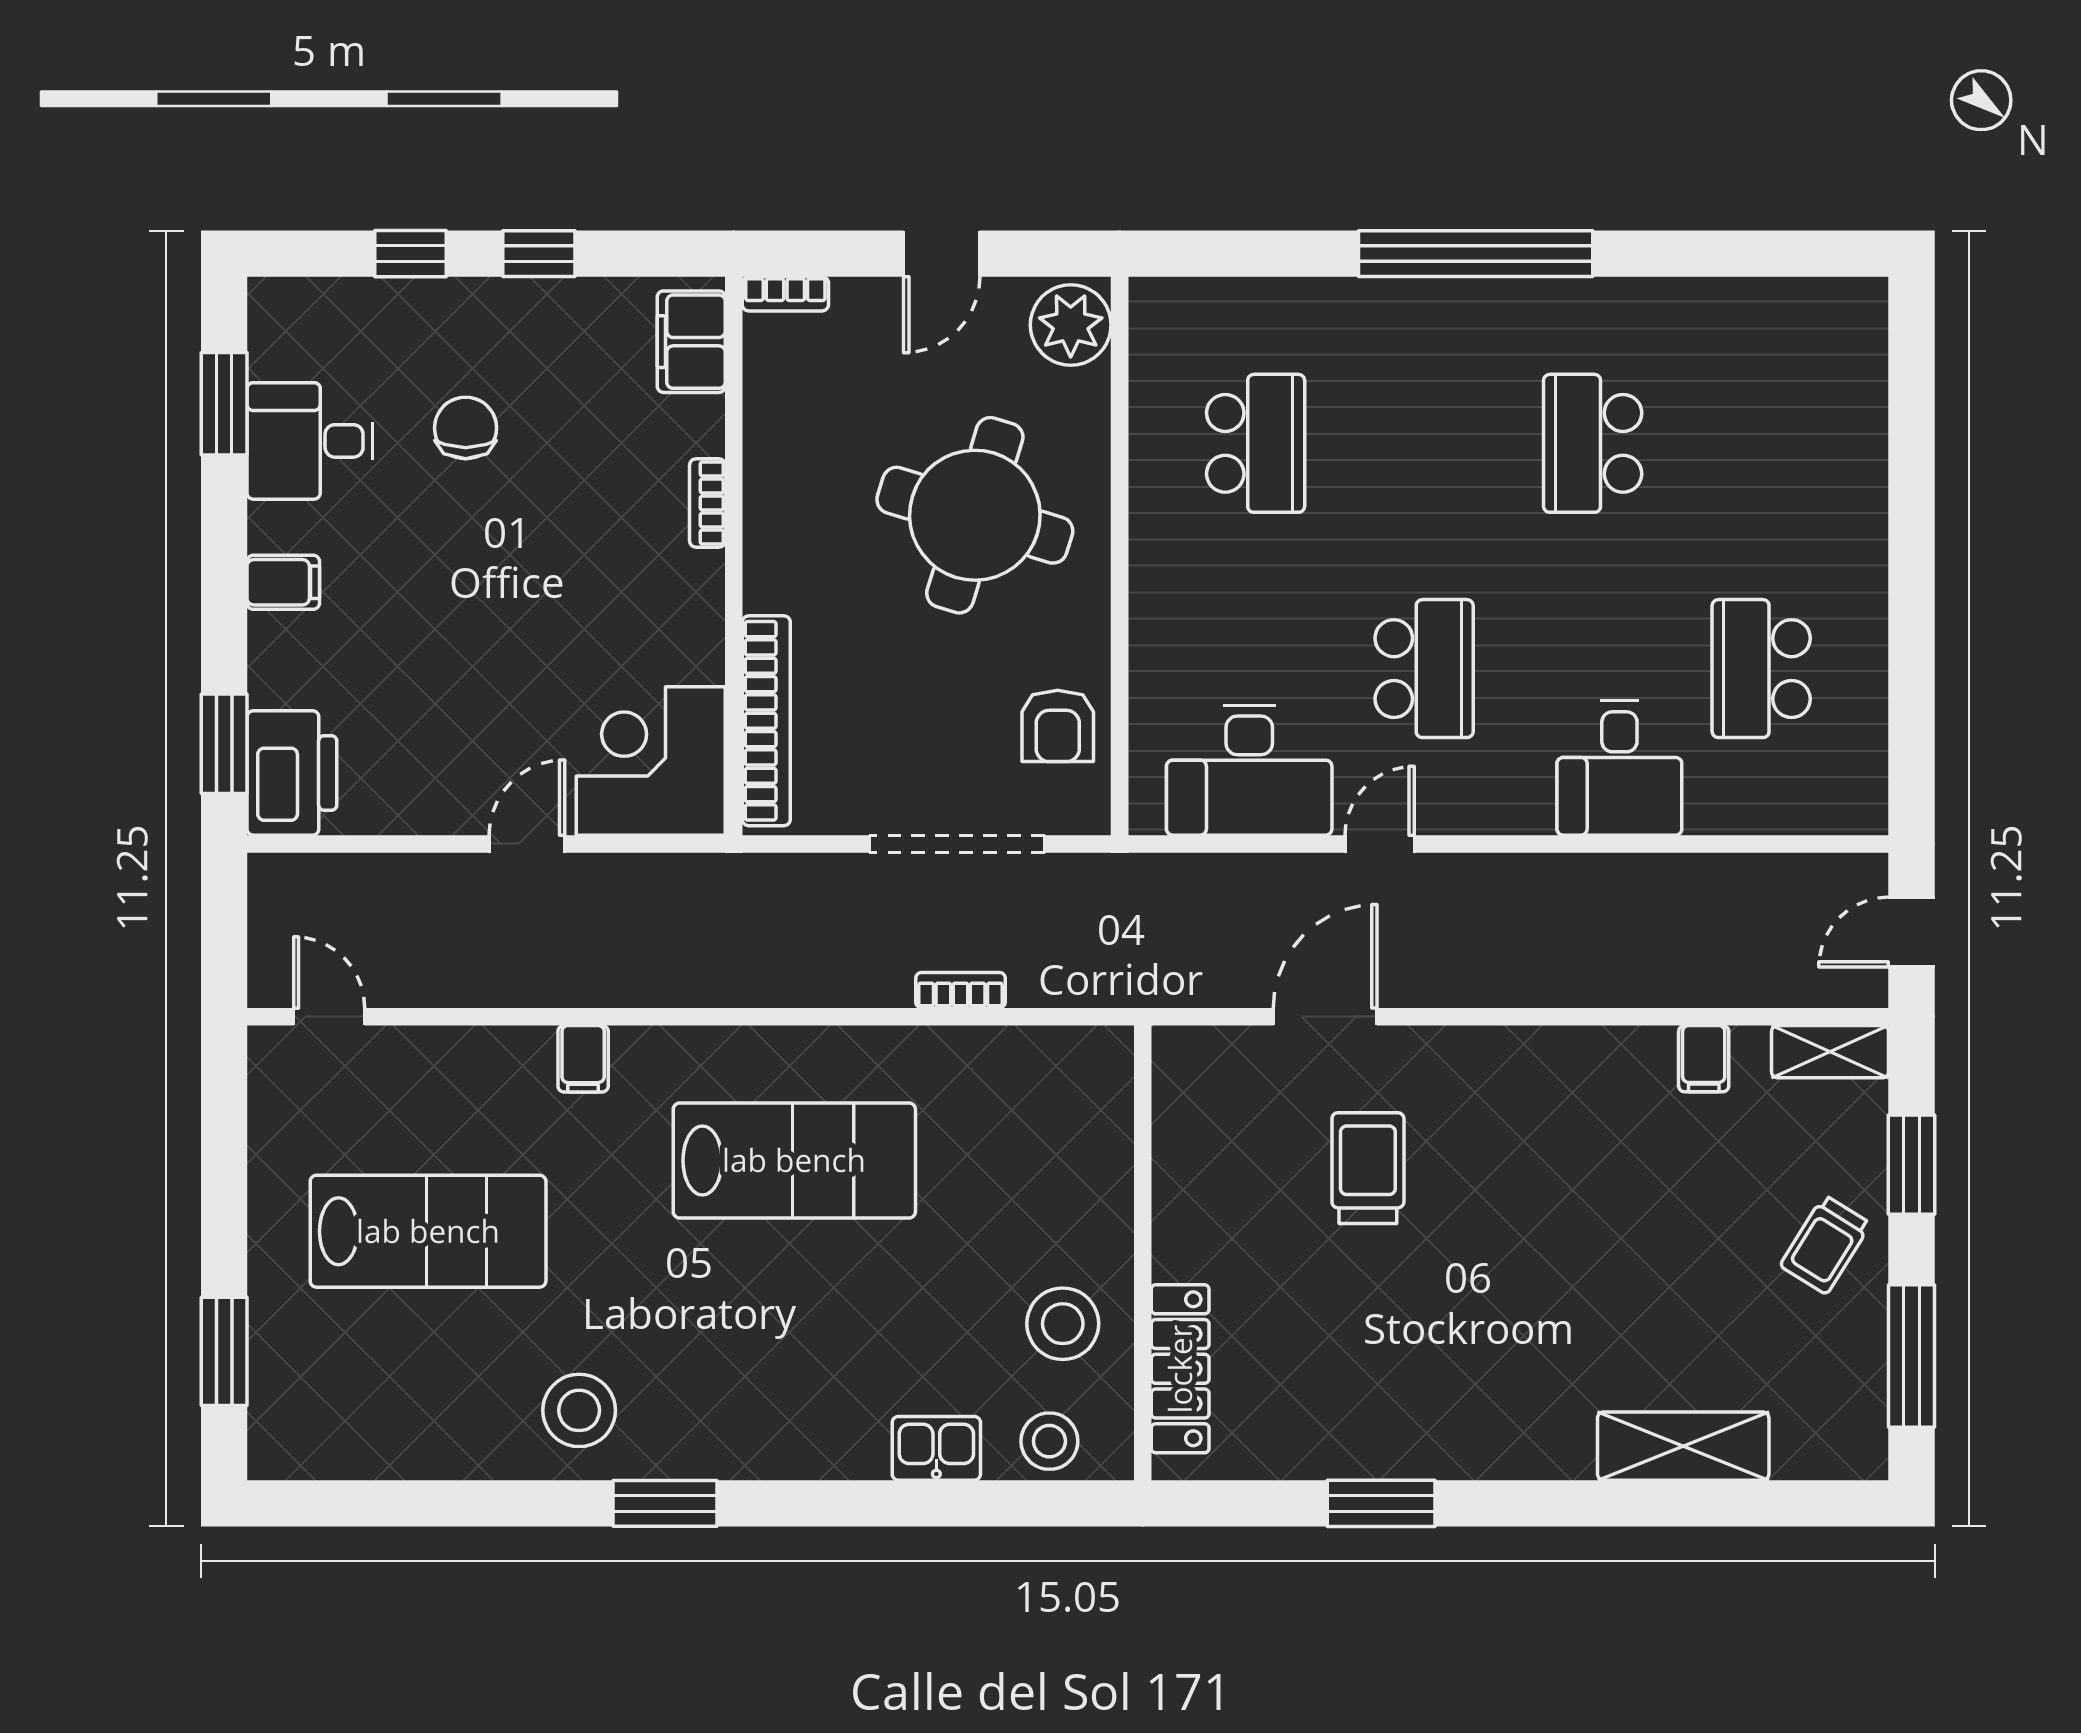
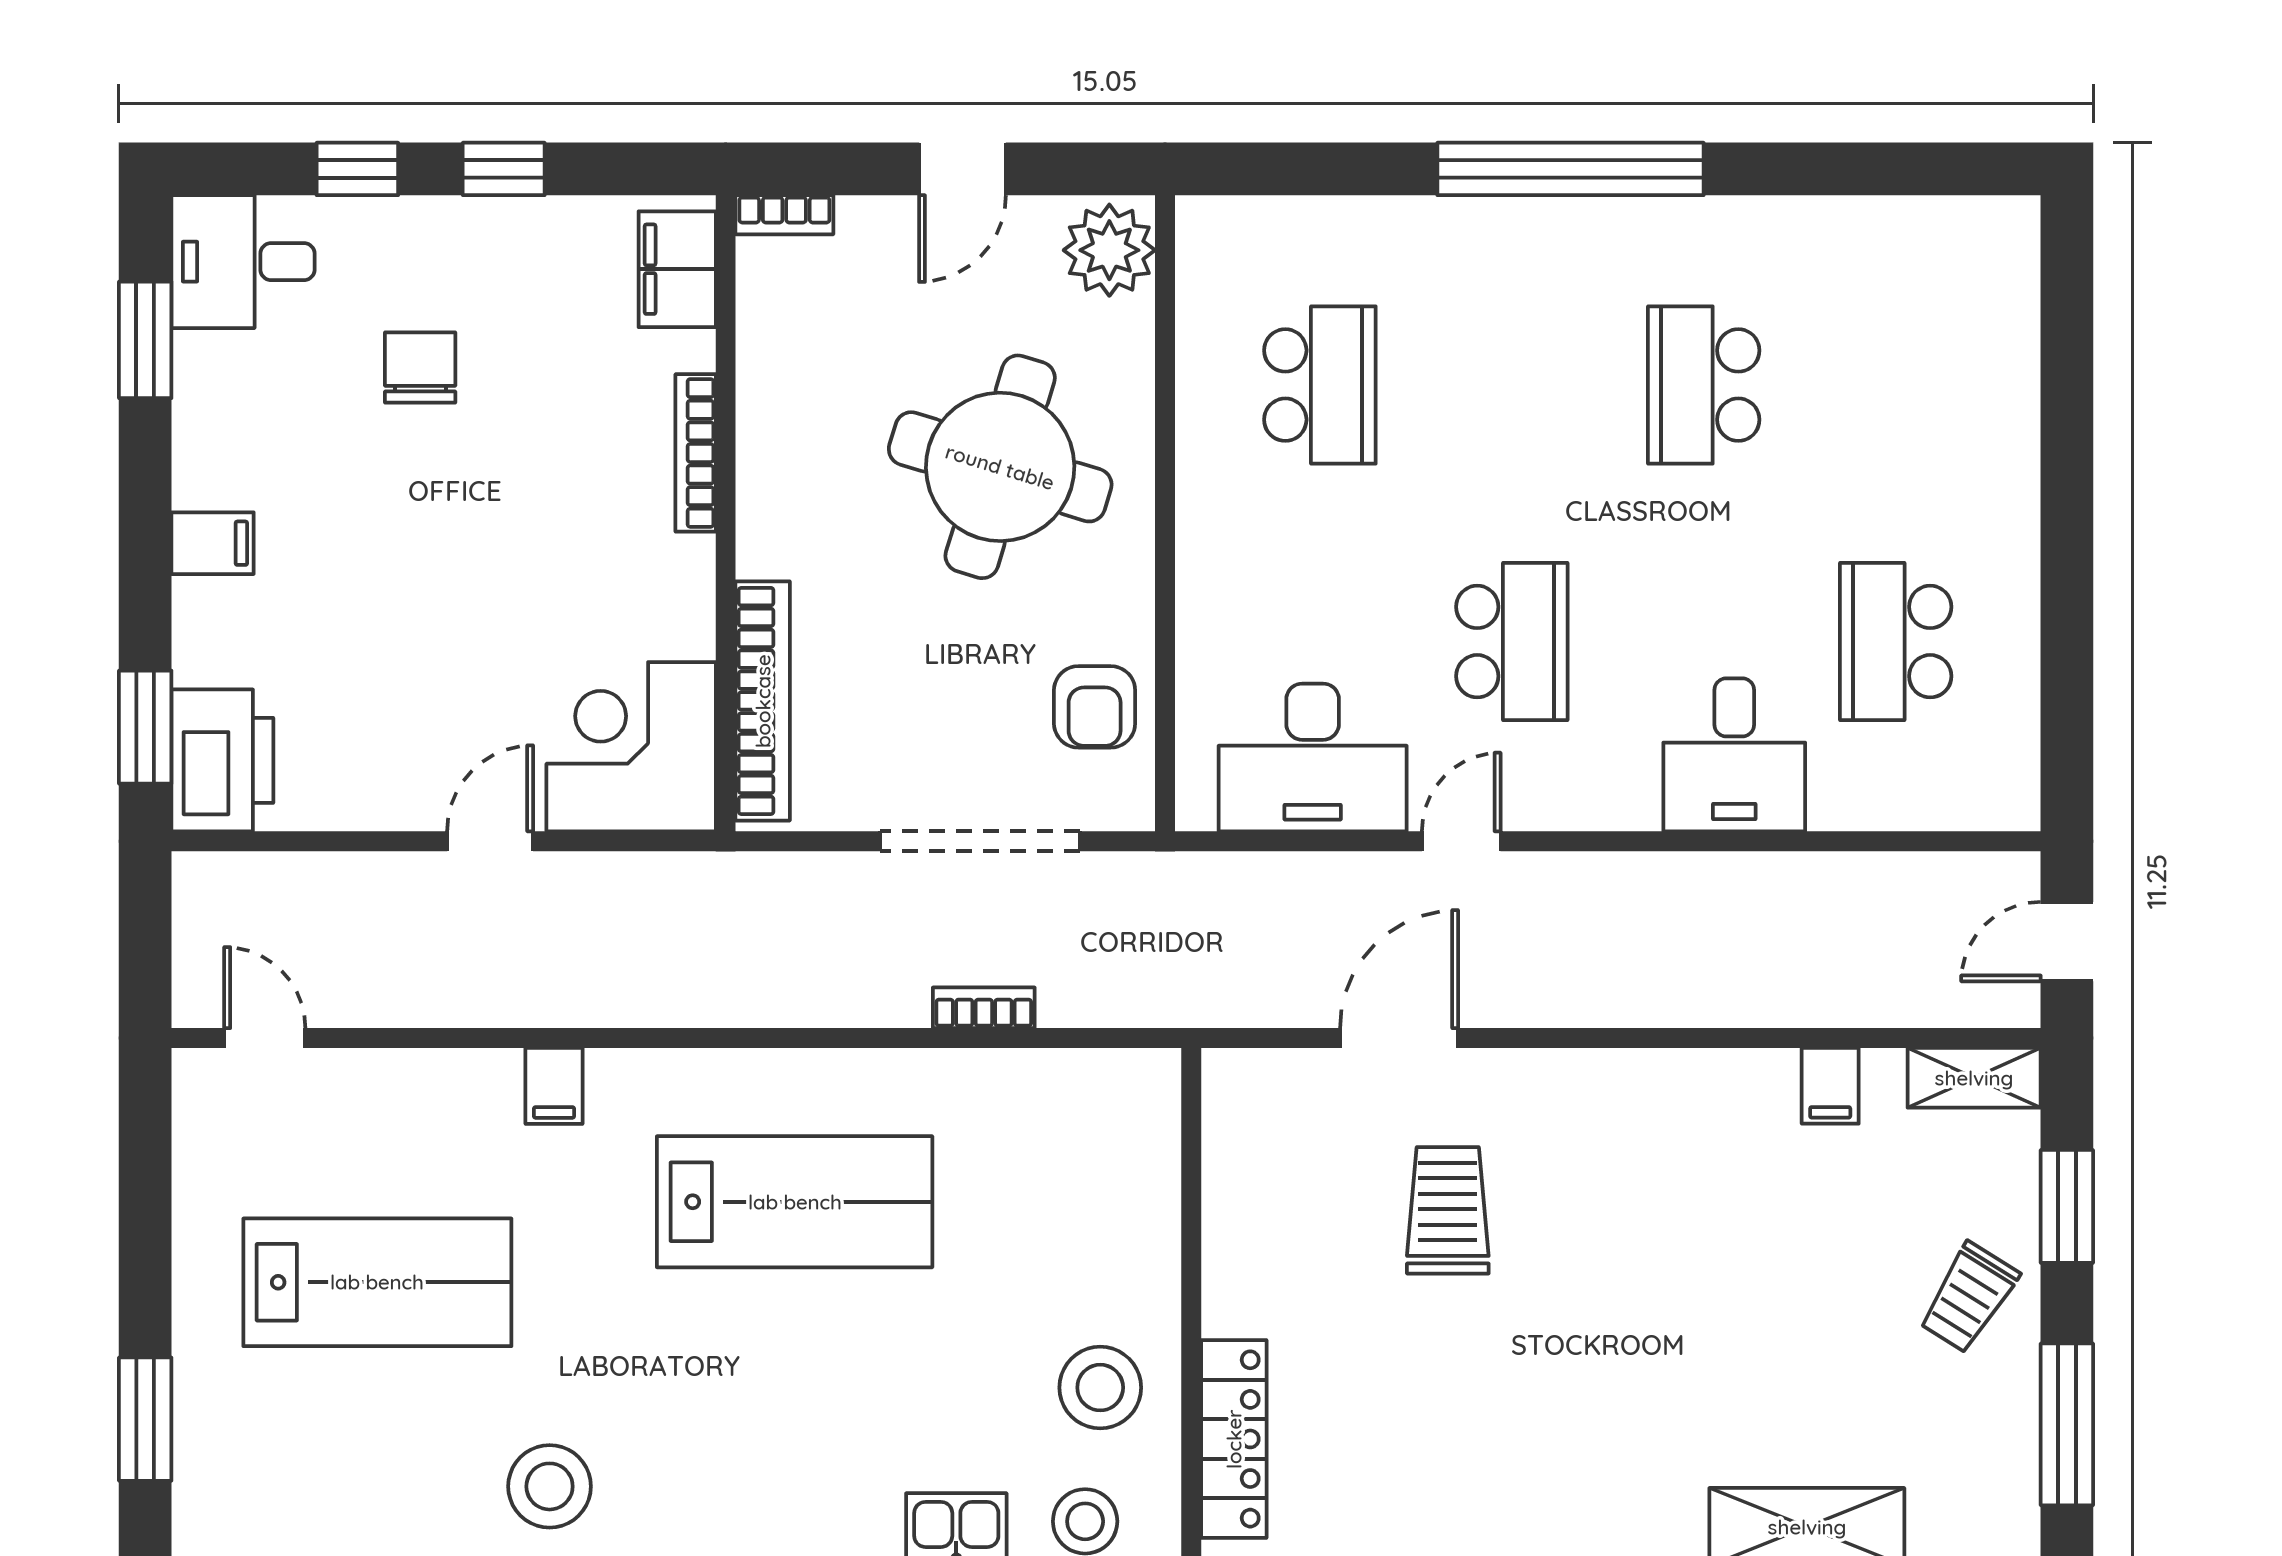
desk: (310, 441) -> (243, 262), moved
bookcase: (707, 503) -> (696, 453), width x1.56

